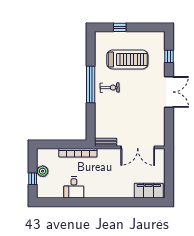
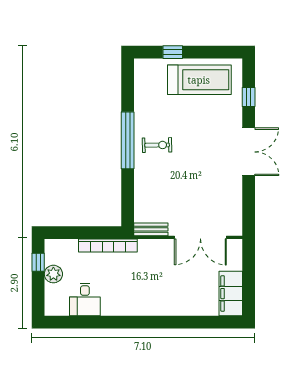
treadmill: (127, 59) -> (199, 80), moved
window: (33, 179) -> (38, 262), moved
desk: (74, 188) -> (85, 299), moved
filing cabinet: (149, 191) -> (231, 294), moved, turned -90

